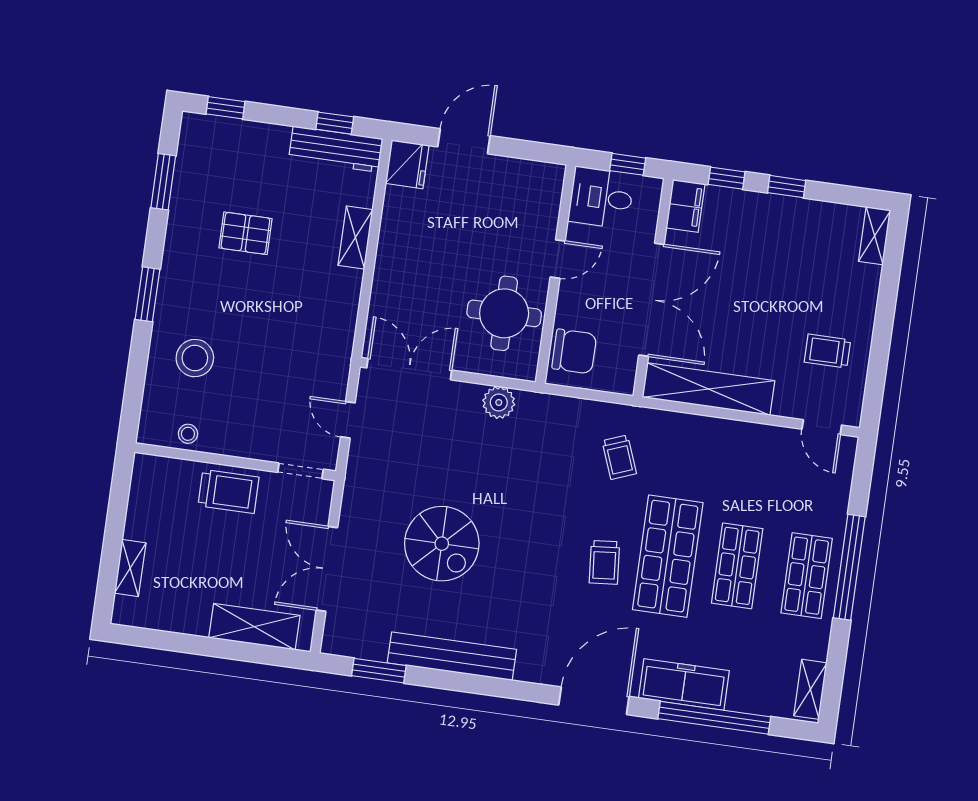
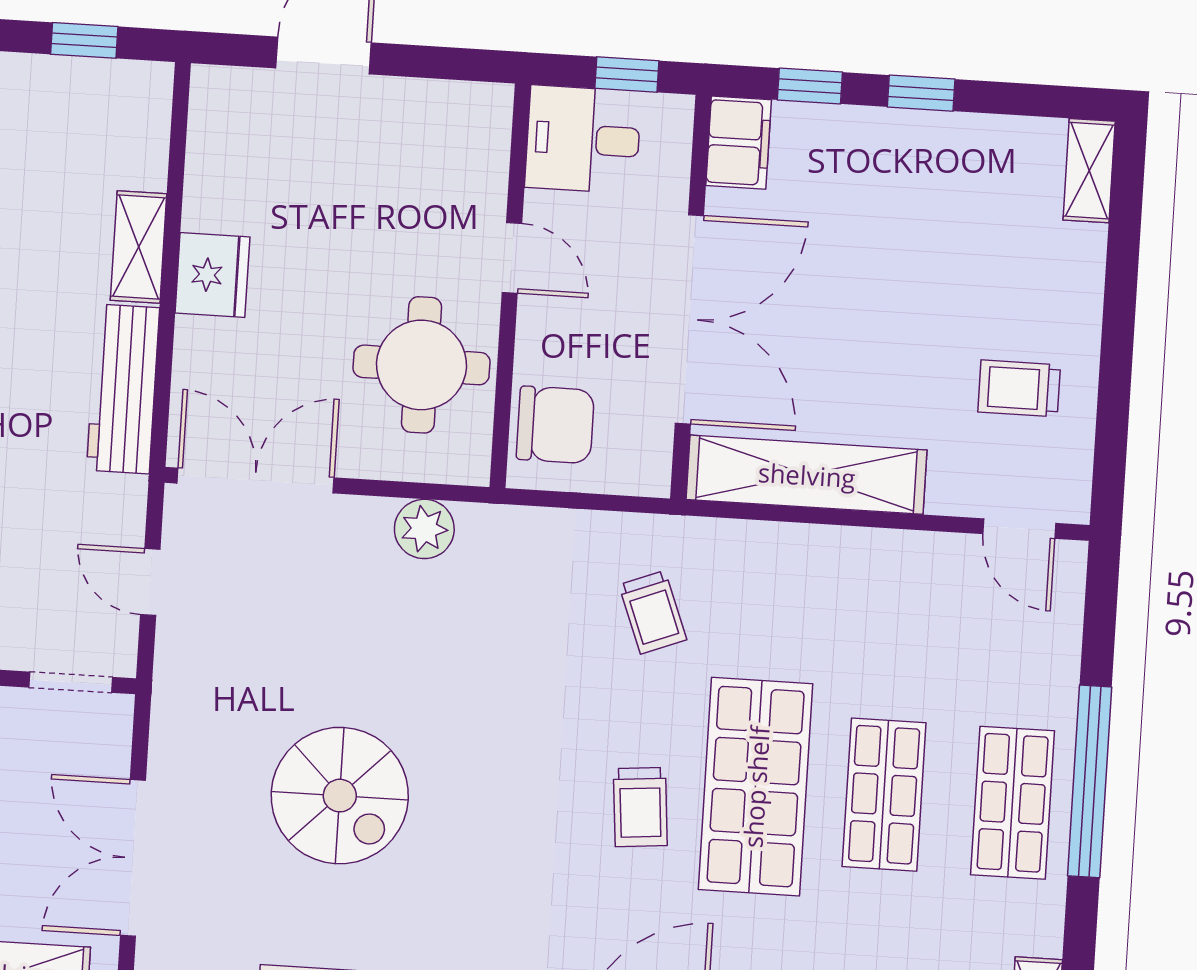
workbench: (336, 149) -> (123, 389), moved, turned 90
fridge: (407, 164) -> (212, 275), moved
door: (558, 259) -> (512, 258), hinge flipped

